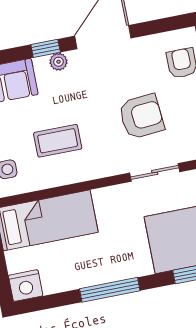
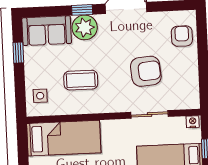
plant: (58, 62) -> (85, 27), width x1.88, depth x1.88

